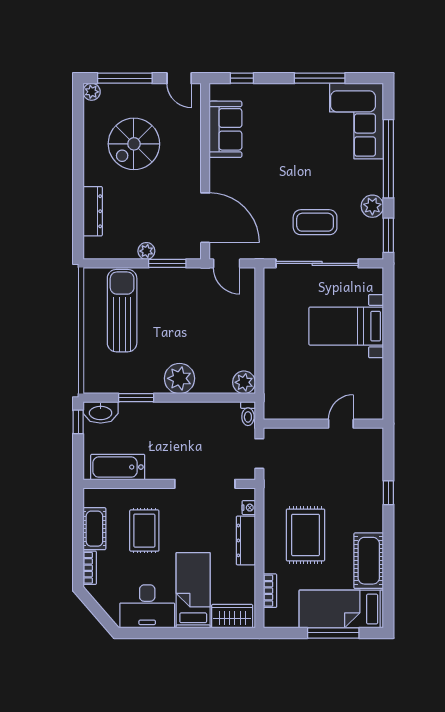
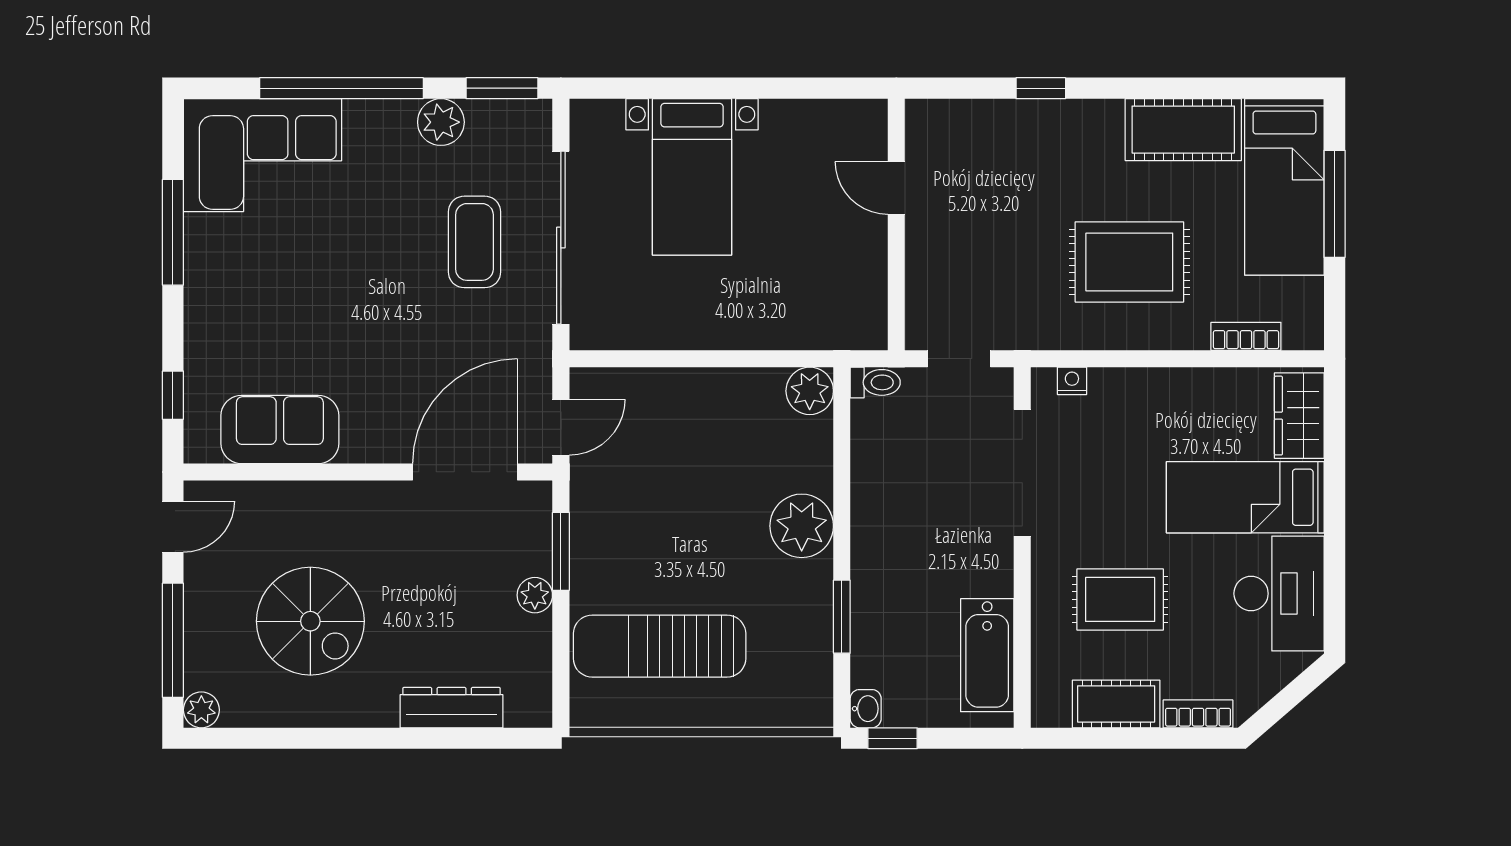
washbasin: (101, 412) -> (866, 709), width x0.52, depth x0.69
dresser: (246, 540) -> (1141, 387), removed

